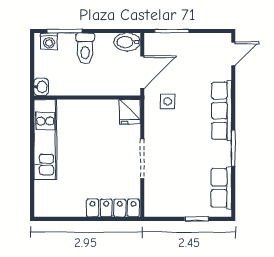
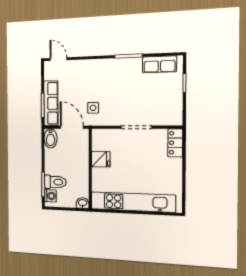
toilet: (85, 48) -> (55, 182), moved
row of seats: (222, 111) -> (51, 103), moved, turned -90
fridge: (130, 112) -> (101, 159), moved
kitchen unit: (45, 140) -> (133, 202), width x1.36
locker: (113, 208) -> (175, 143), width x0.66

